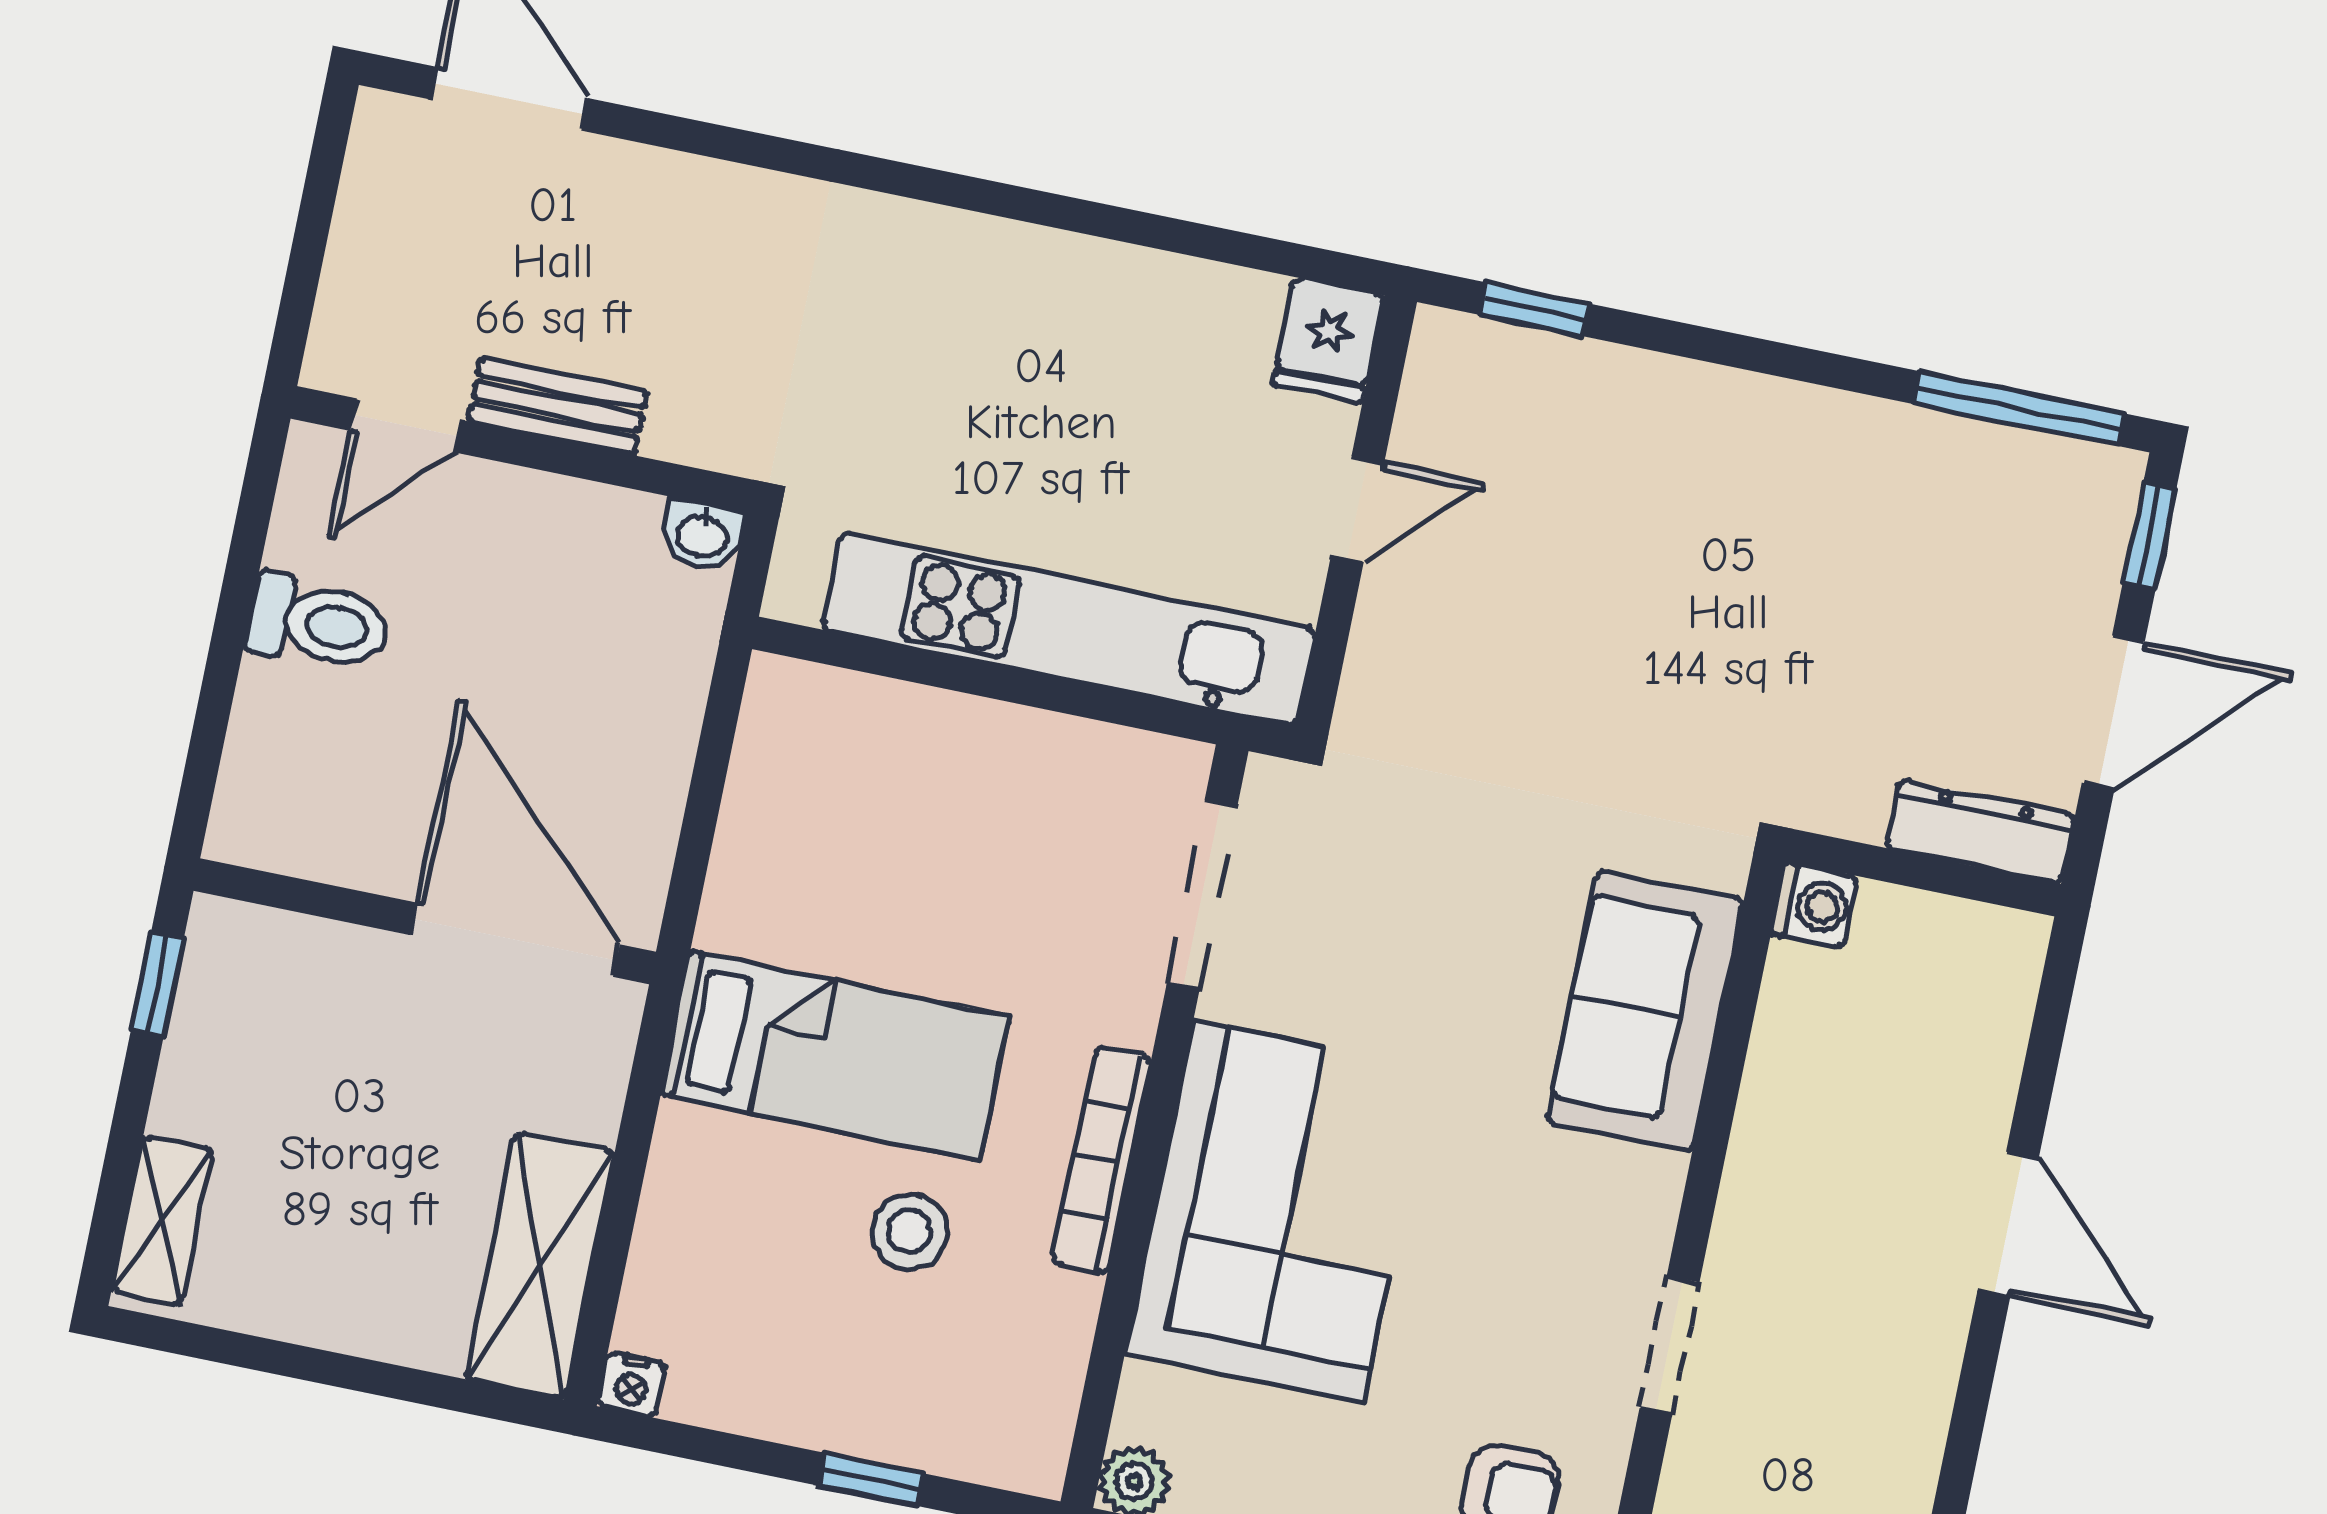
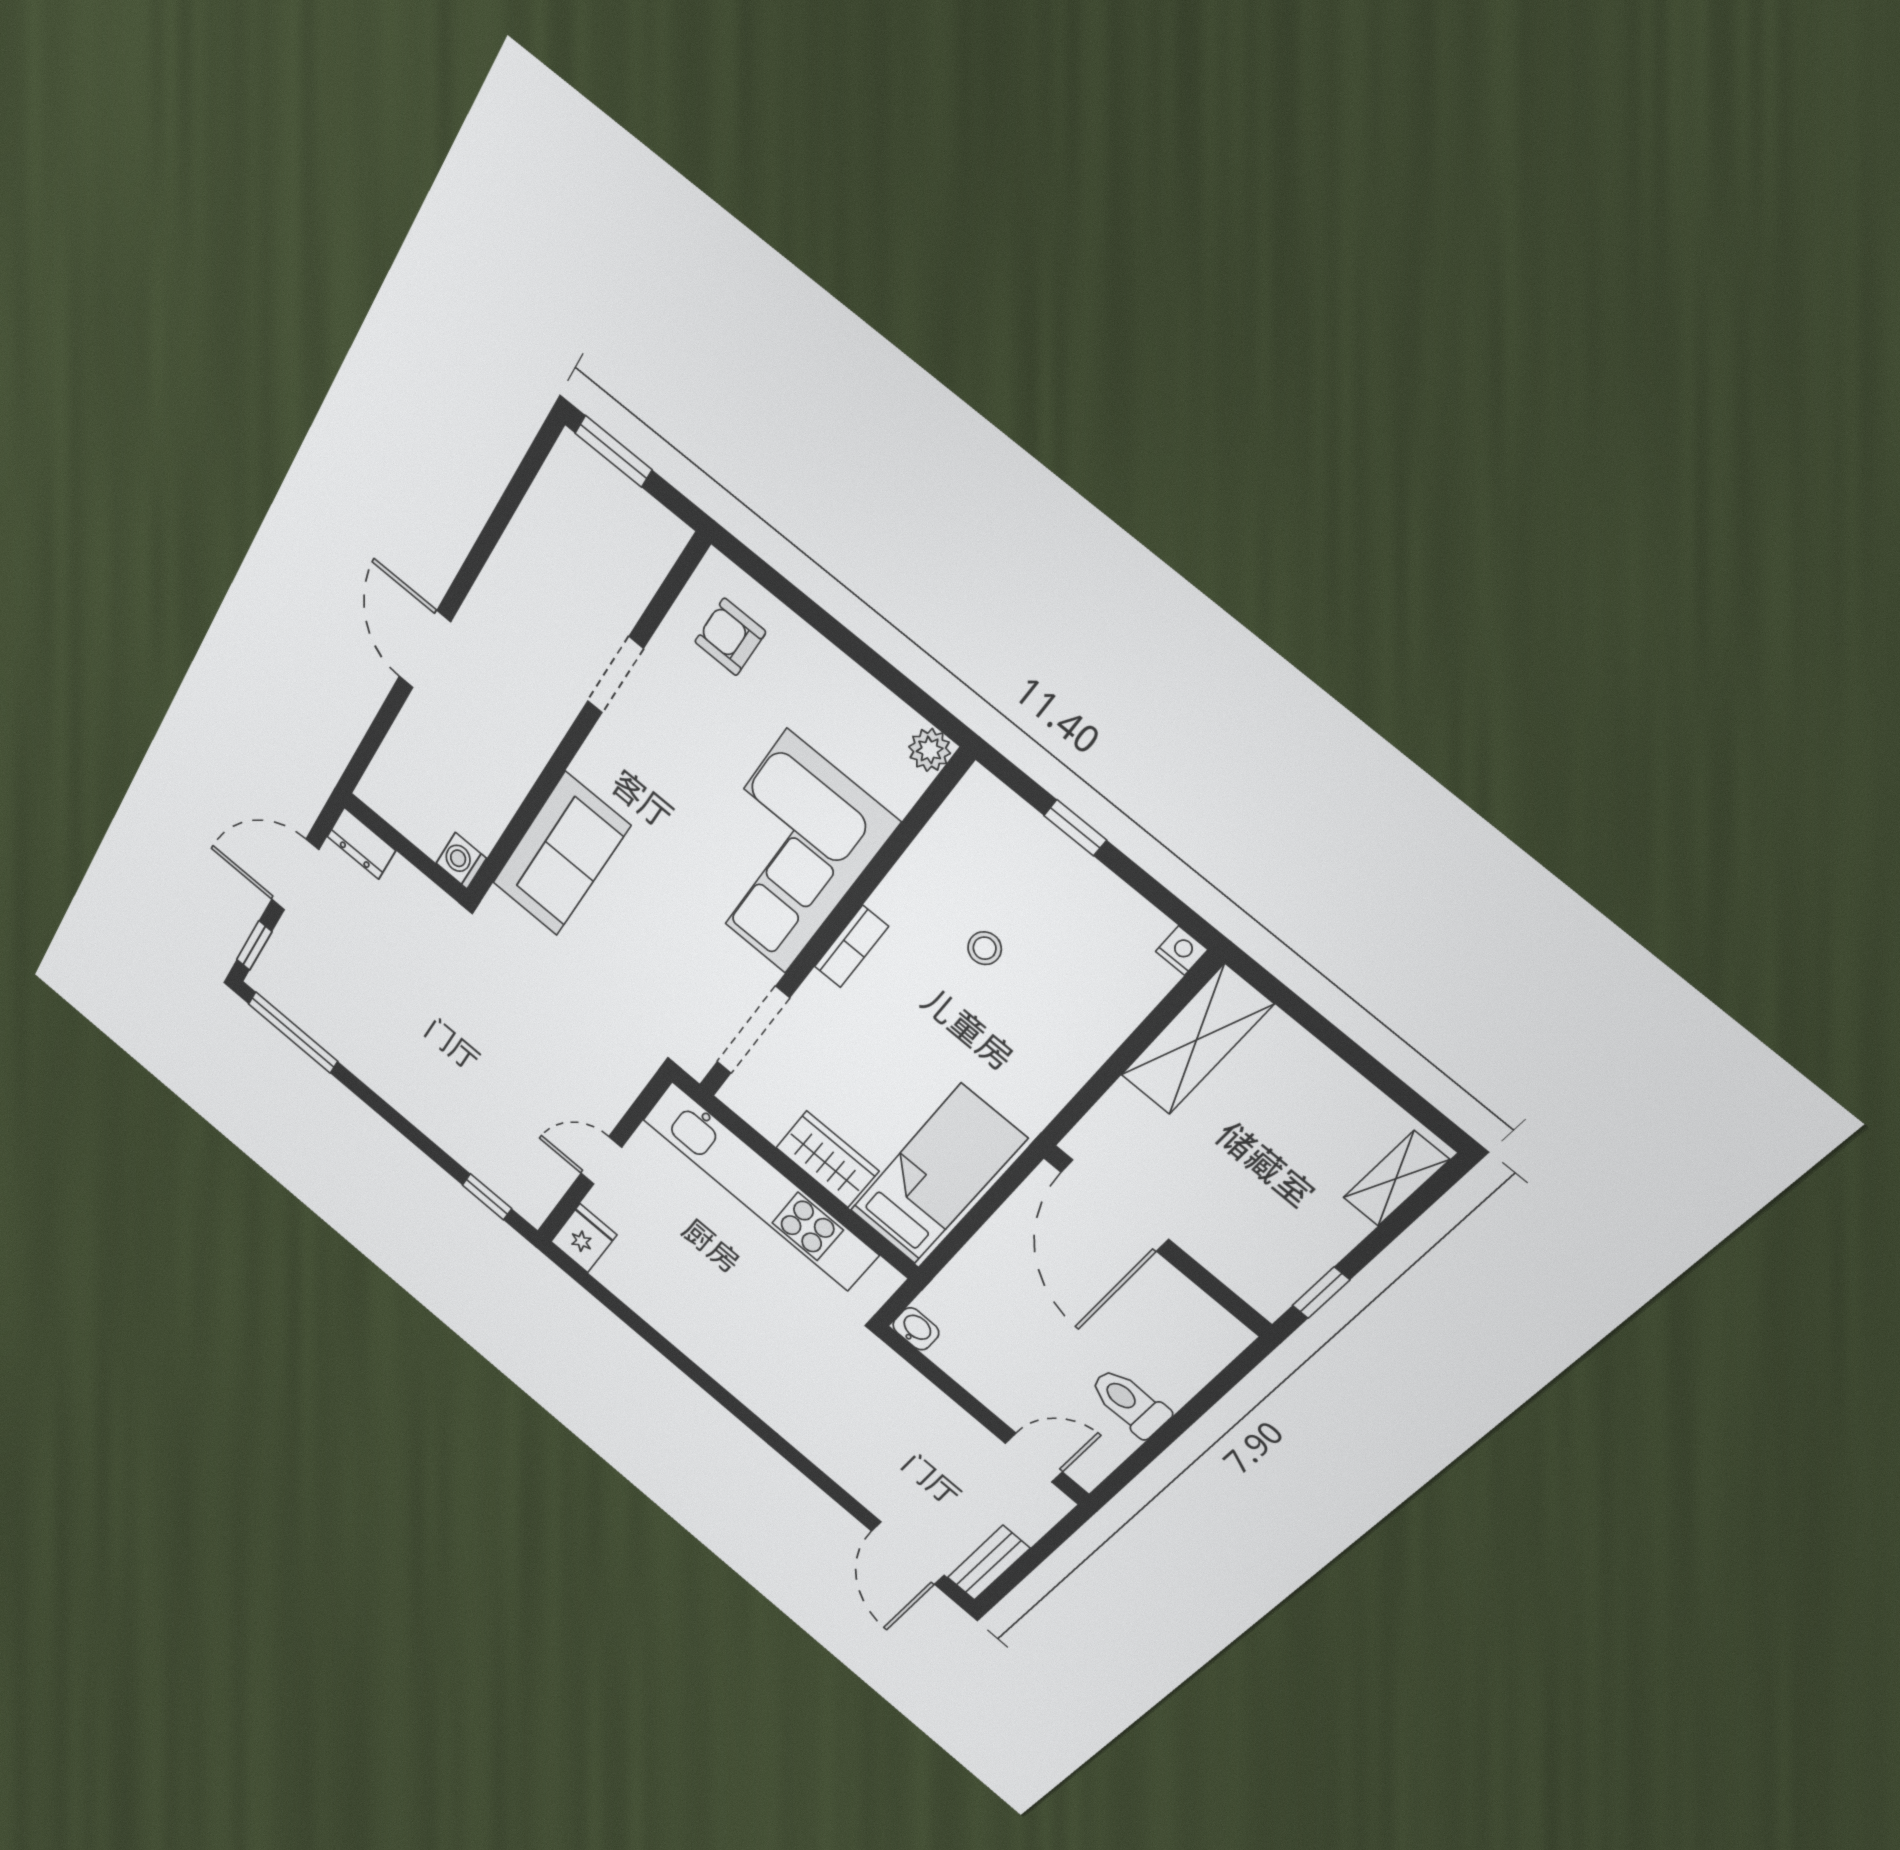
bench: (558, 406) -> (988, 1563), moved, turned 90
wardrobe: (983, 746) -> (827, 1159), added
dresser: (1980, 832) -> (361, 843), width x0.70
bed: (835, 1055) -> (937, 1175), moved, turned 90
bookcase: (1102, 1160) -> (851, 947), width x0.64
stool: (909, 1231) -> (985, 948), width x0.73, depth x0.73

